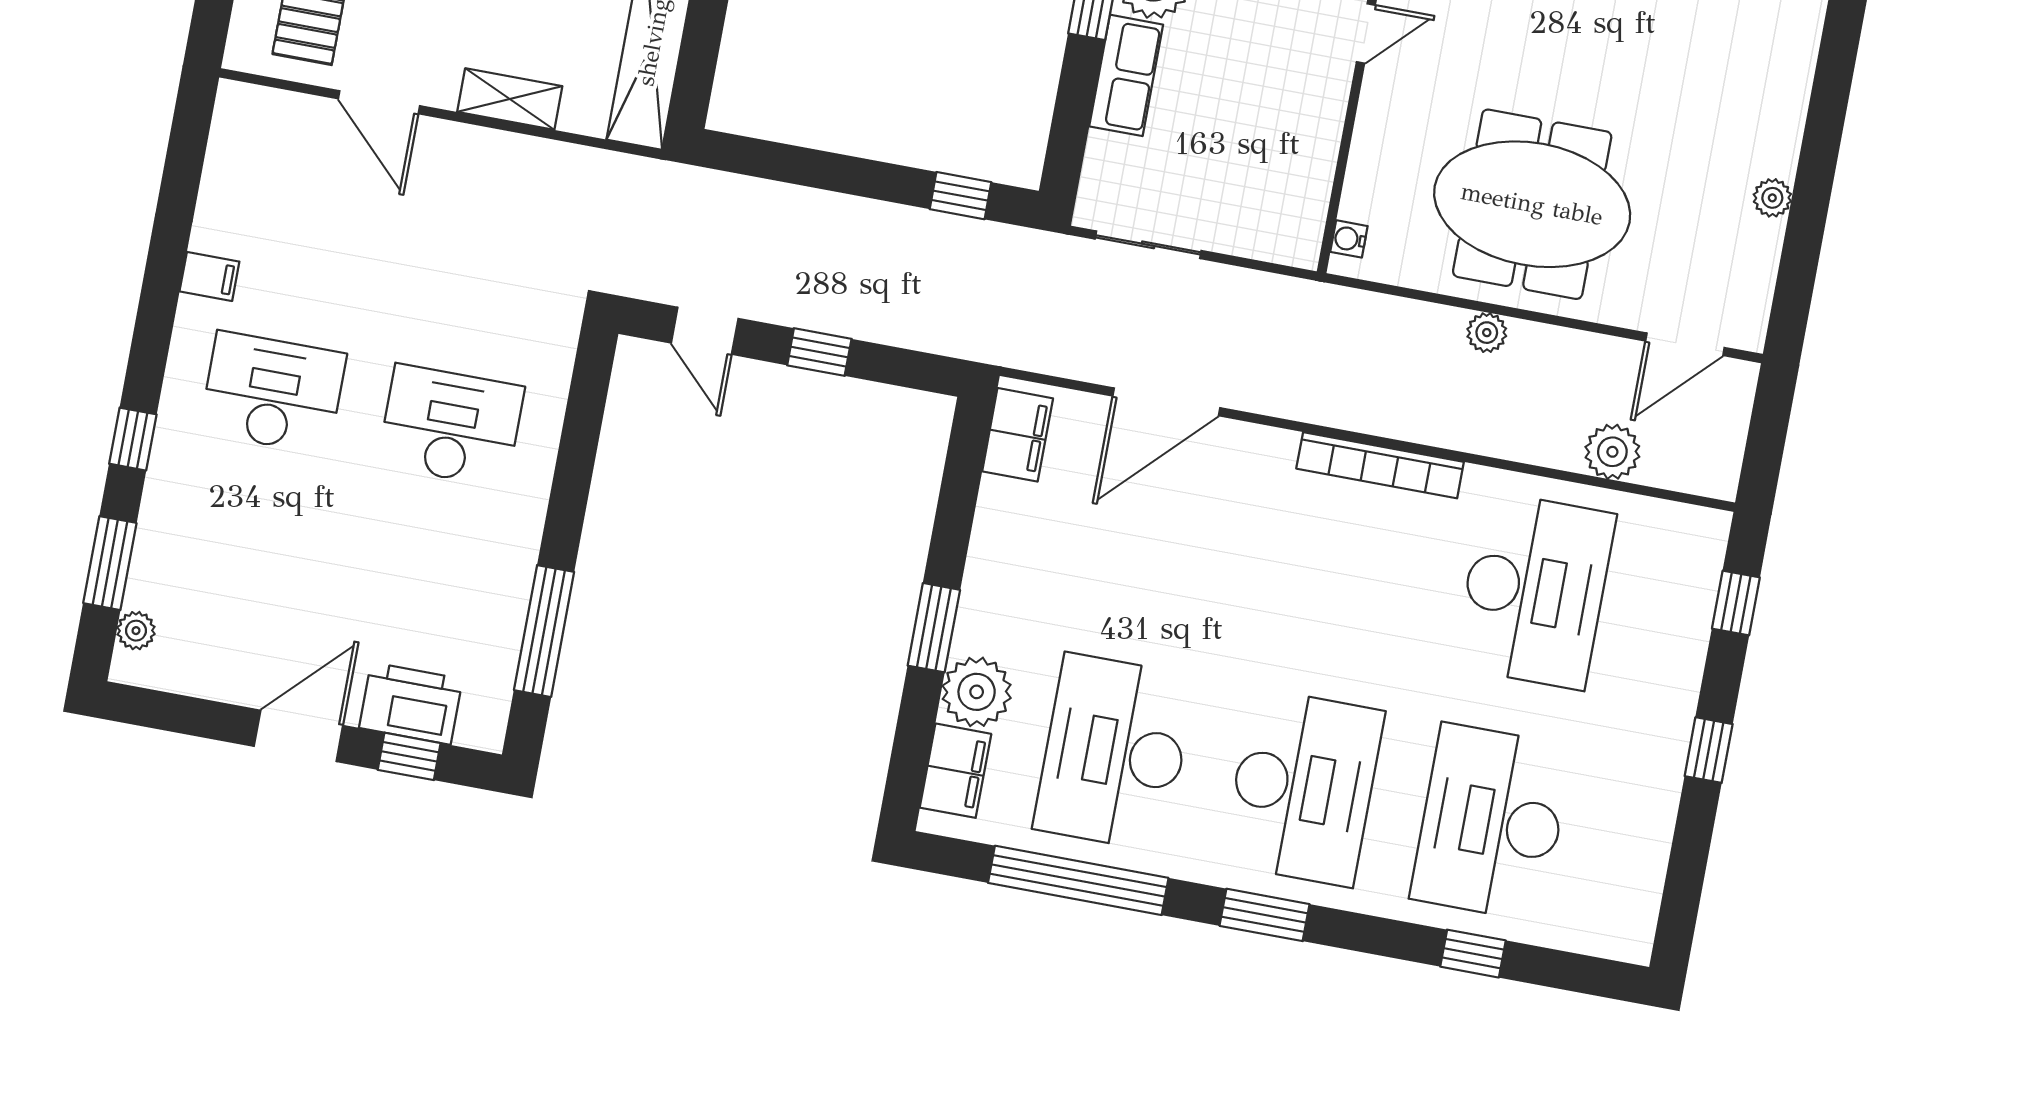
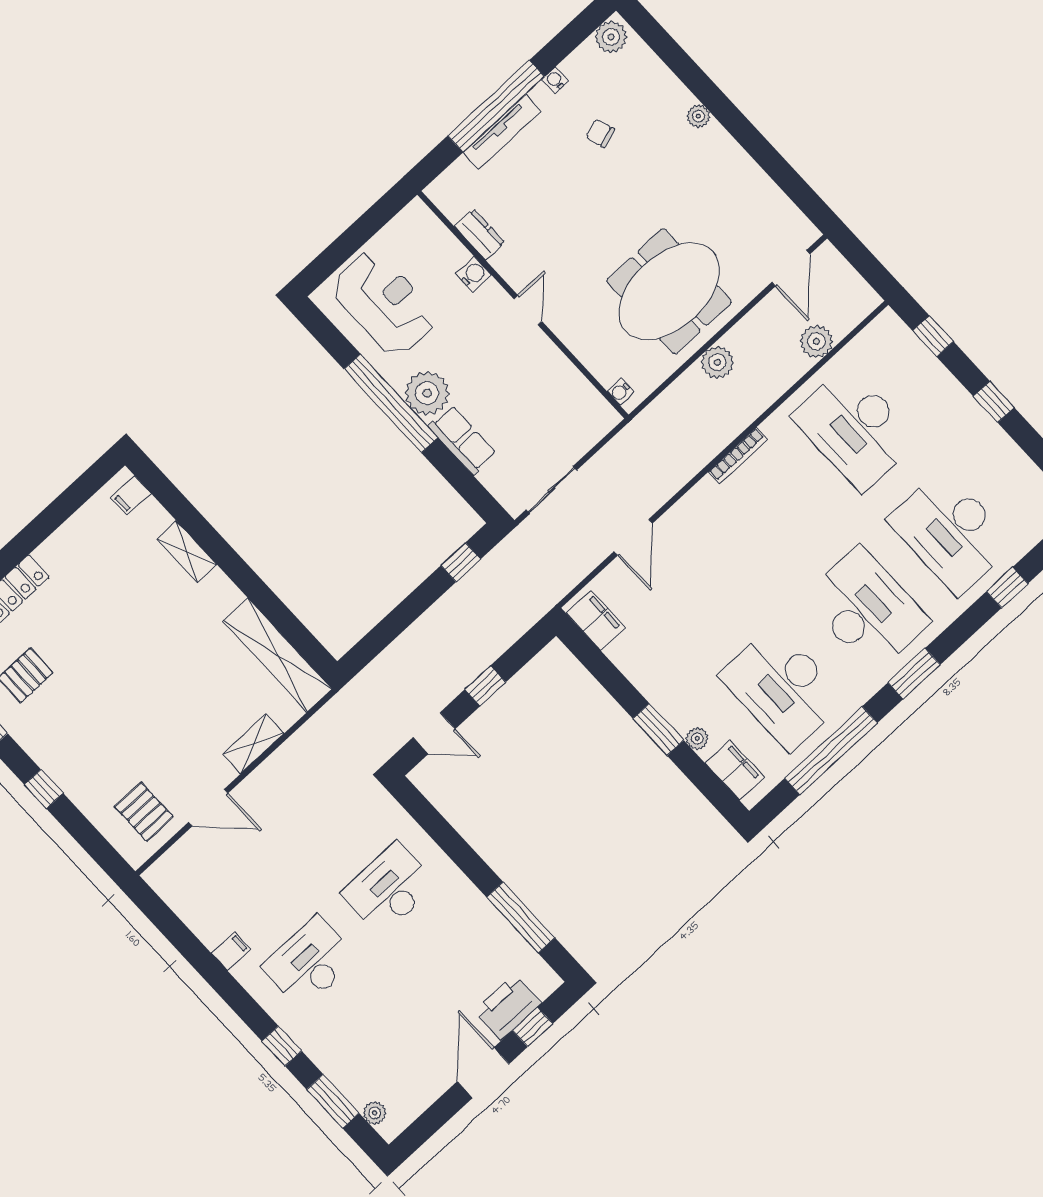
plant: (1772, 198) -> (698, 116), moved
plant: (1487, 333) -> (717, 362), width x1.38, depth x1.38
door: (1166, 402) -> (633, 537), width x0.73
bookcase: (1380, 465) -> (738, 456), width x0.68, depth x0.76
desk: (1534, 590) -> (855, 428), turned 180
plant: (977, 692) -> (697, 739), width x0.53, depth x0.53

